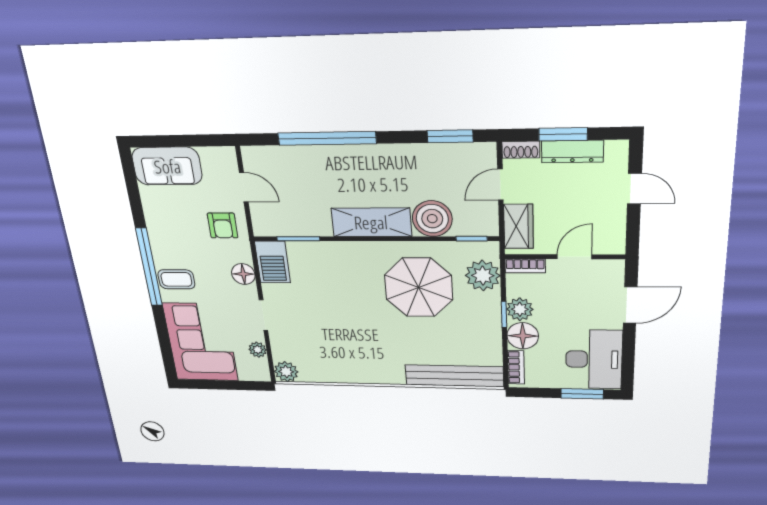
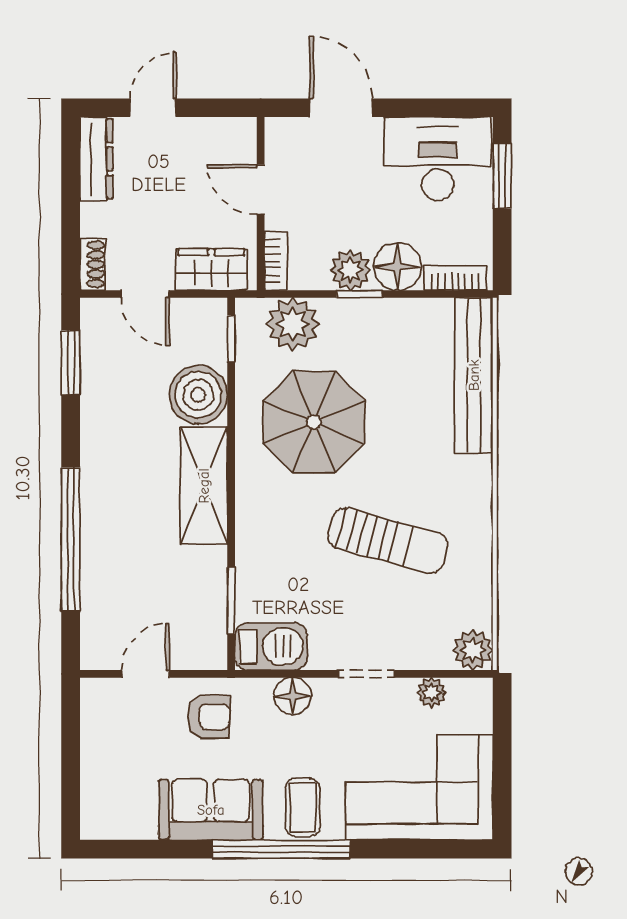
window: (563, 134) -> (71, 206), removed
dresser: (572, 152) -> (96, 159), moved
sofa: (167, 166) -> (211, 810), moved, turned -90
sun lounger: (347, 328) -> (388, 541), added

